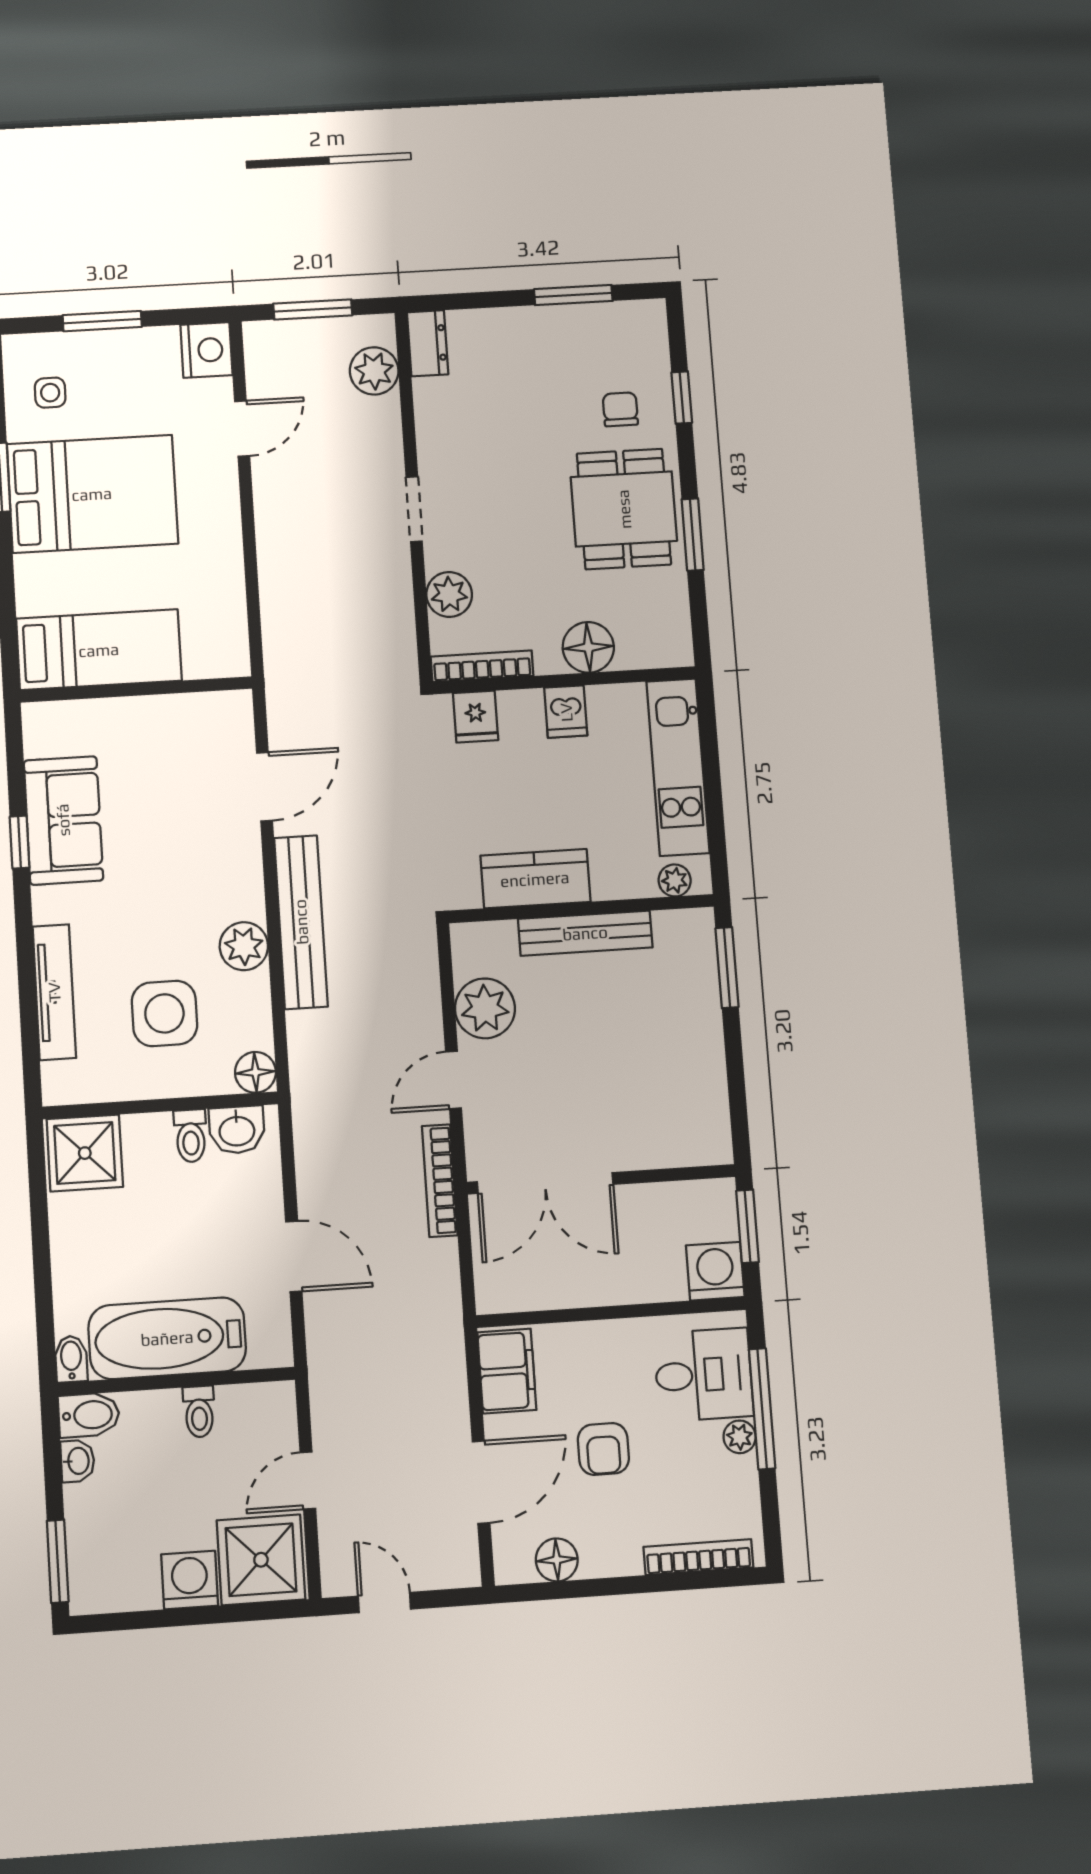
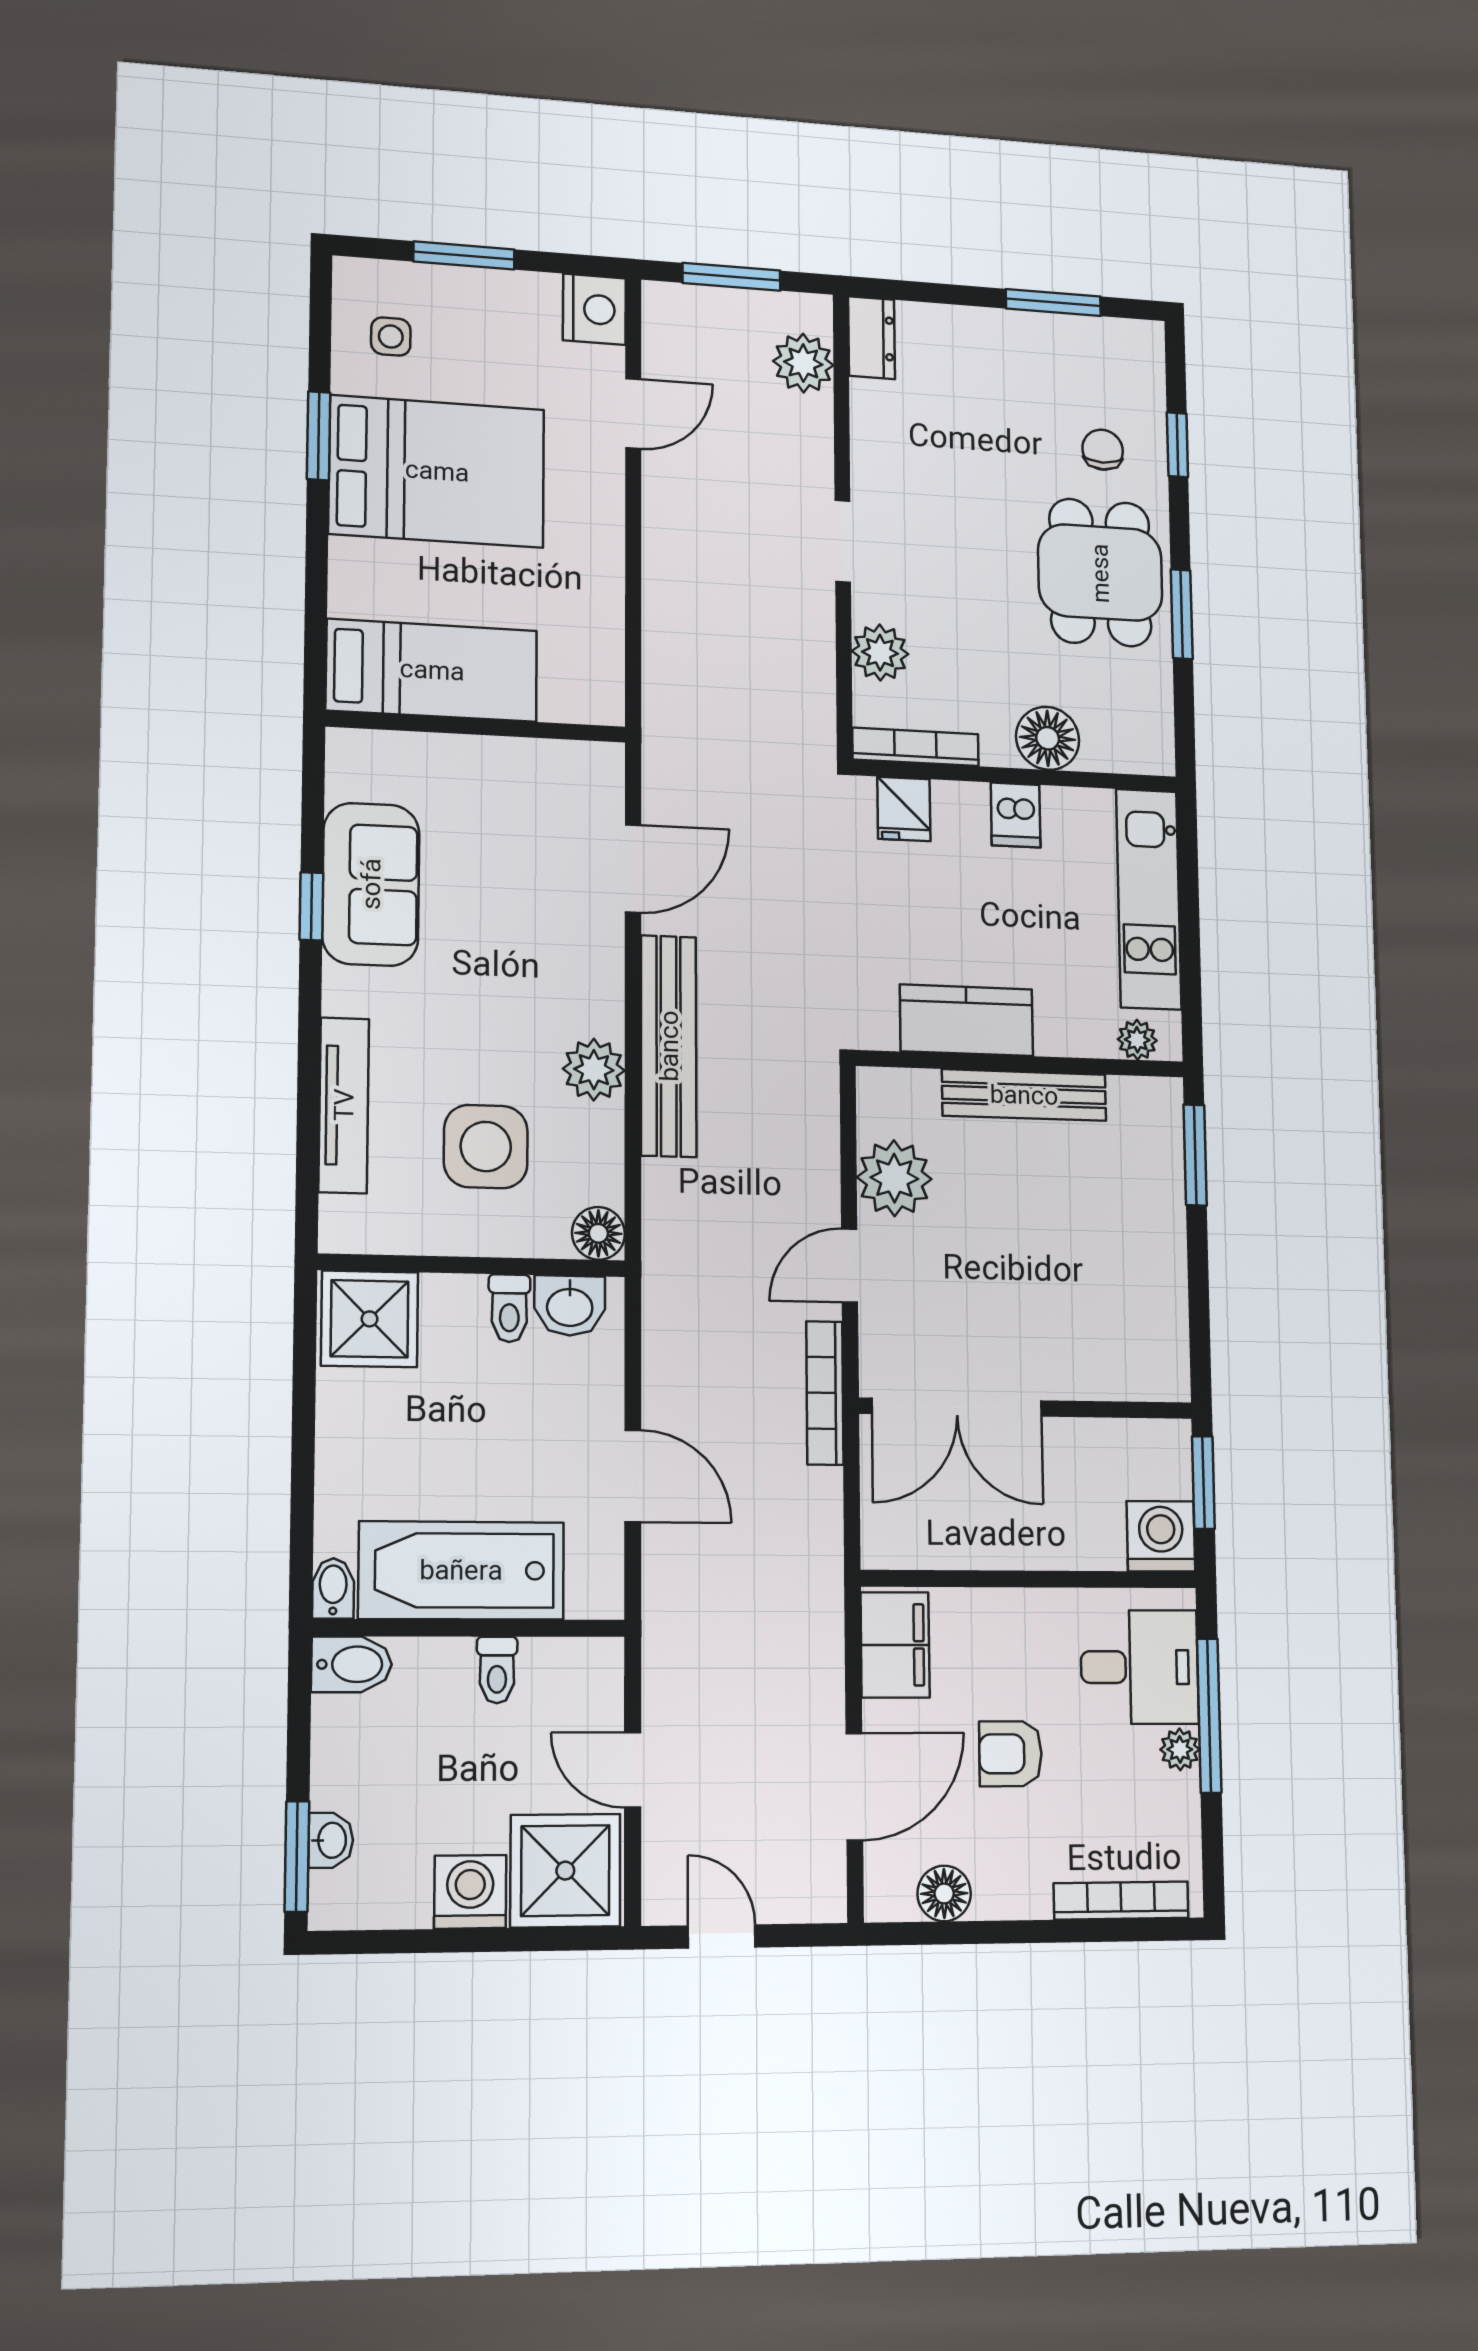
armchair: (603, 1449) -> (1010, 1754), turned 90
washbasin: (78, 1461) -> (331, 1840), moved
door: (308, 1480) -> (633, 1770), hinge flipped

